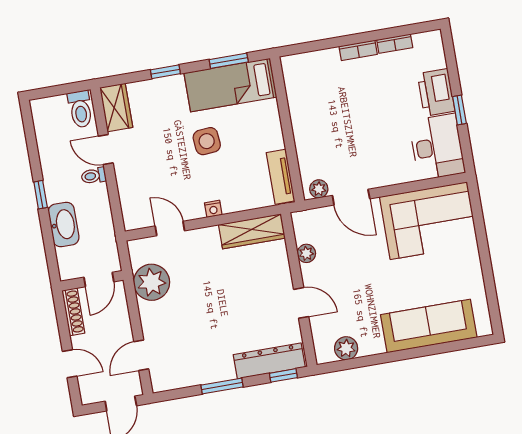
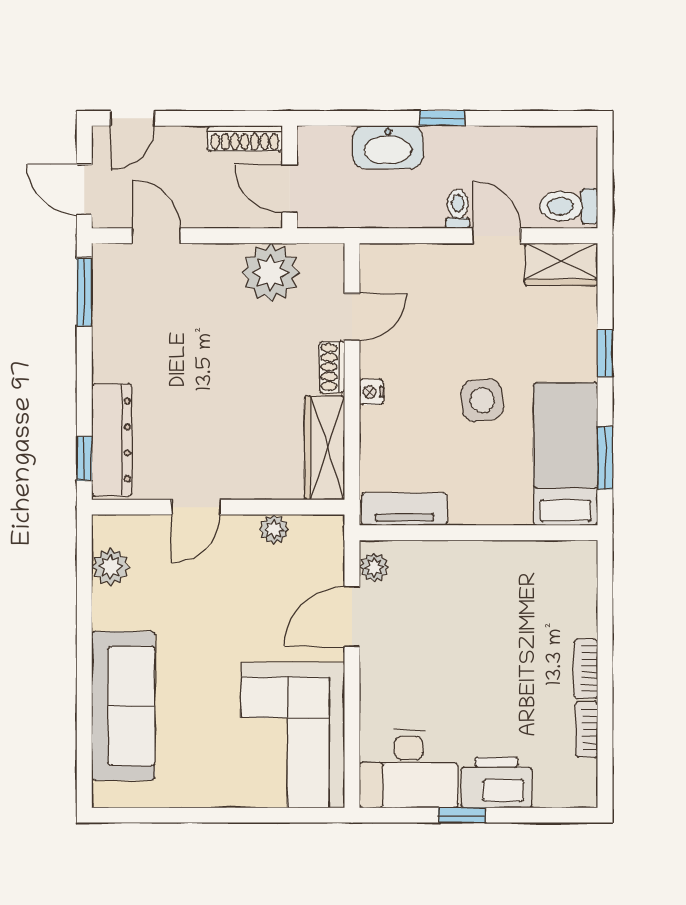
door: (106, 149) -> (497, 236), hinge flipped
shoe rack: (202, 235) -> (332, 367), added
door: (70, 364) -> (133, 118), moved
window: (222, 386) -> (84, 292), moved

